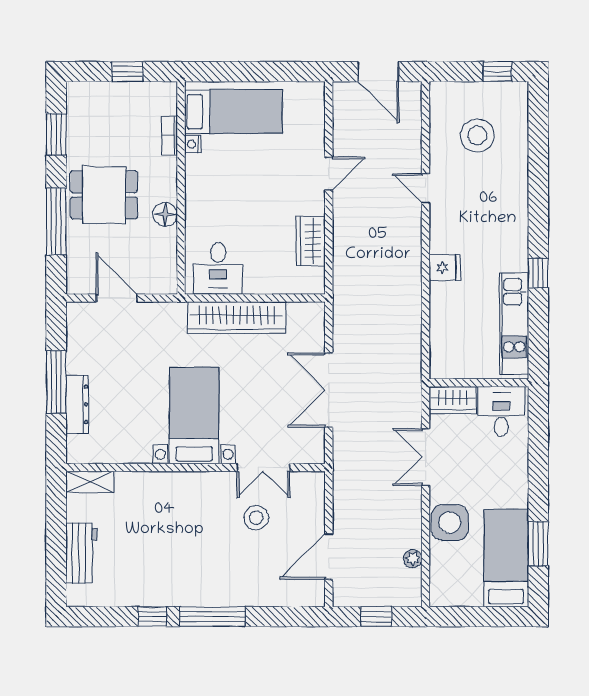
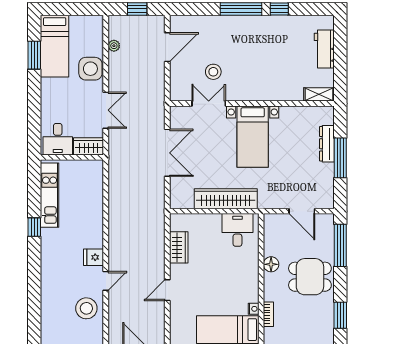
stool: (477, 135) -> (86, 308), moved
door: (426, 188) -> (106, 281), hinge flipped
window: (56, 222) -> (340, 245), moved
fridge: (445, 268) -> (94, 257), moved

